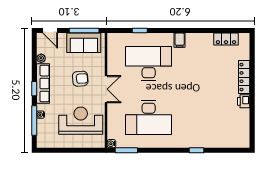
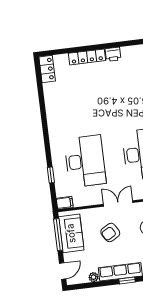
locker: (226, 39) -> (47, 69), moved
filing cabinet: (180, 40) -> (65, 203), moved
desk: (149, 63) -> (85, 161), turned 180
armchair: (80, 79) -> (110, 232), turned -115

